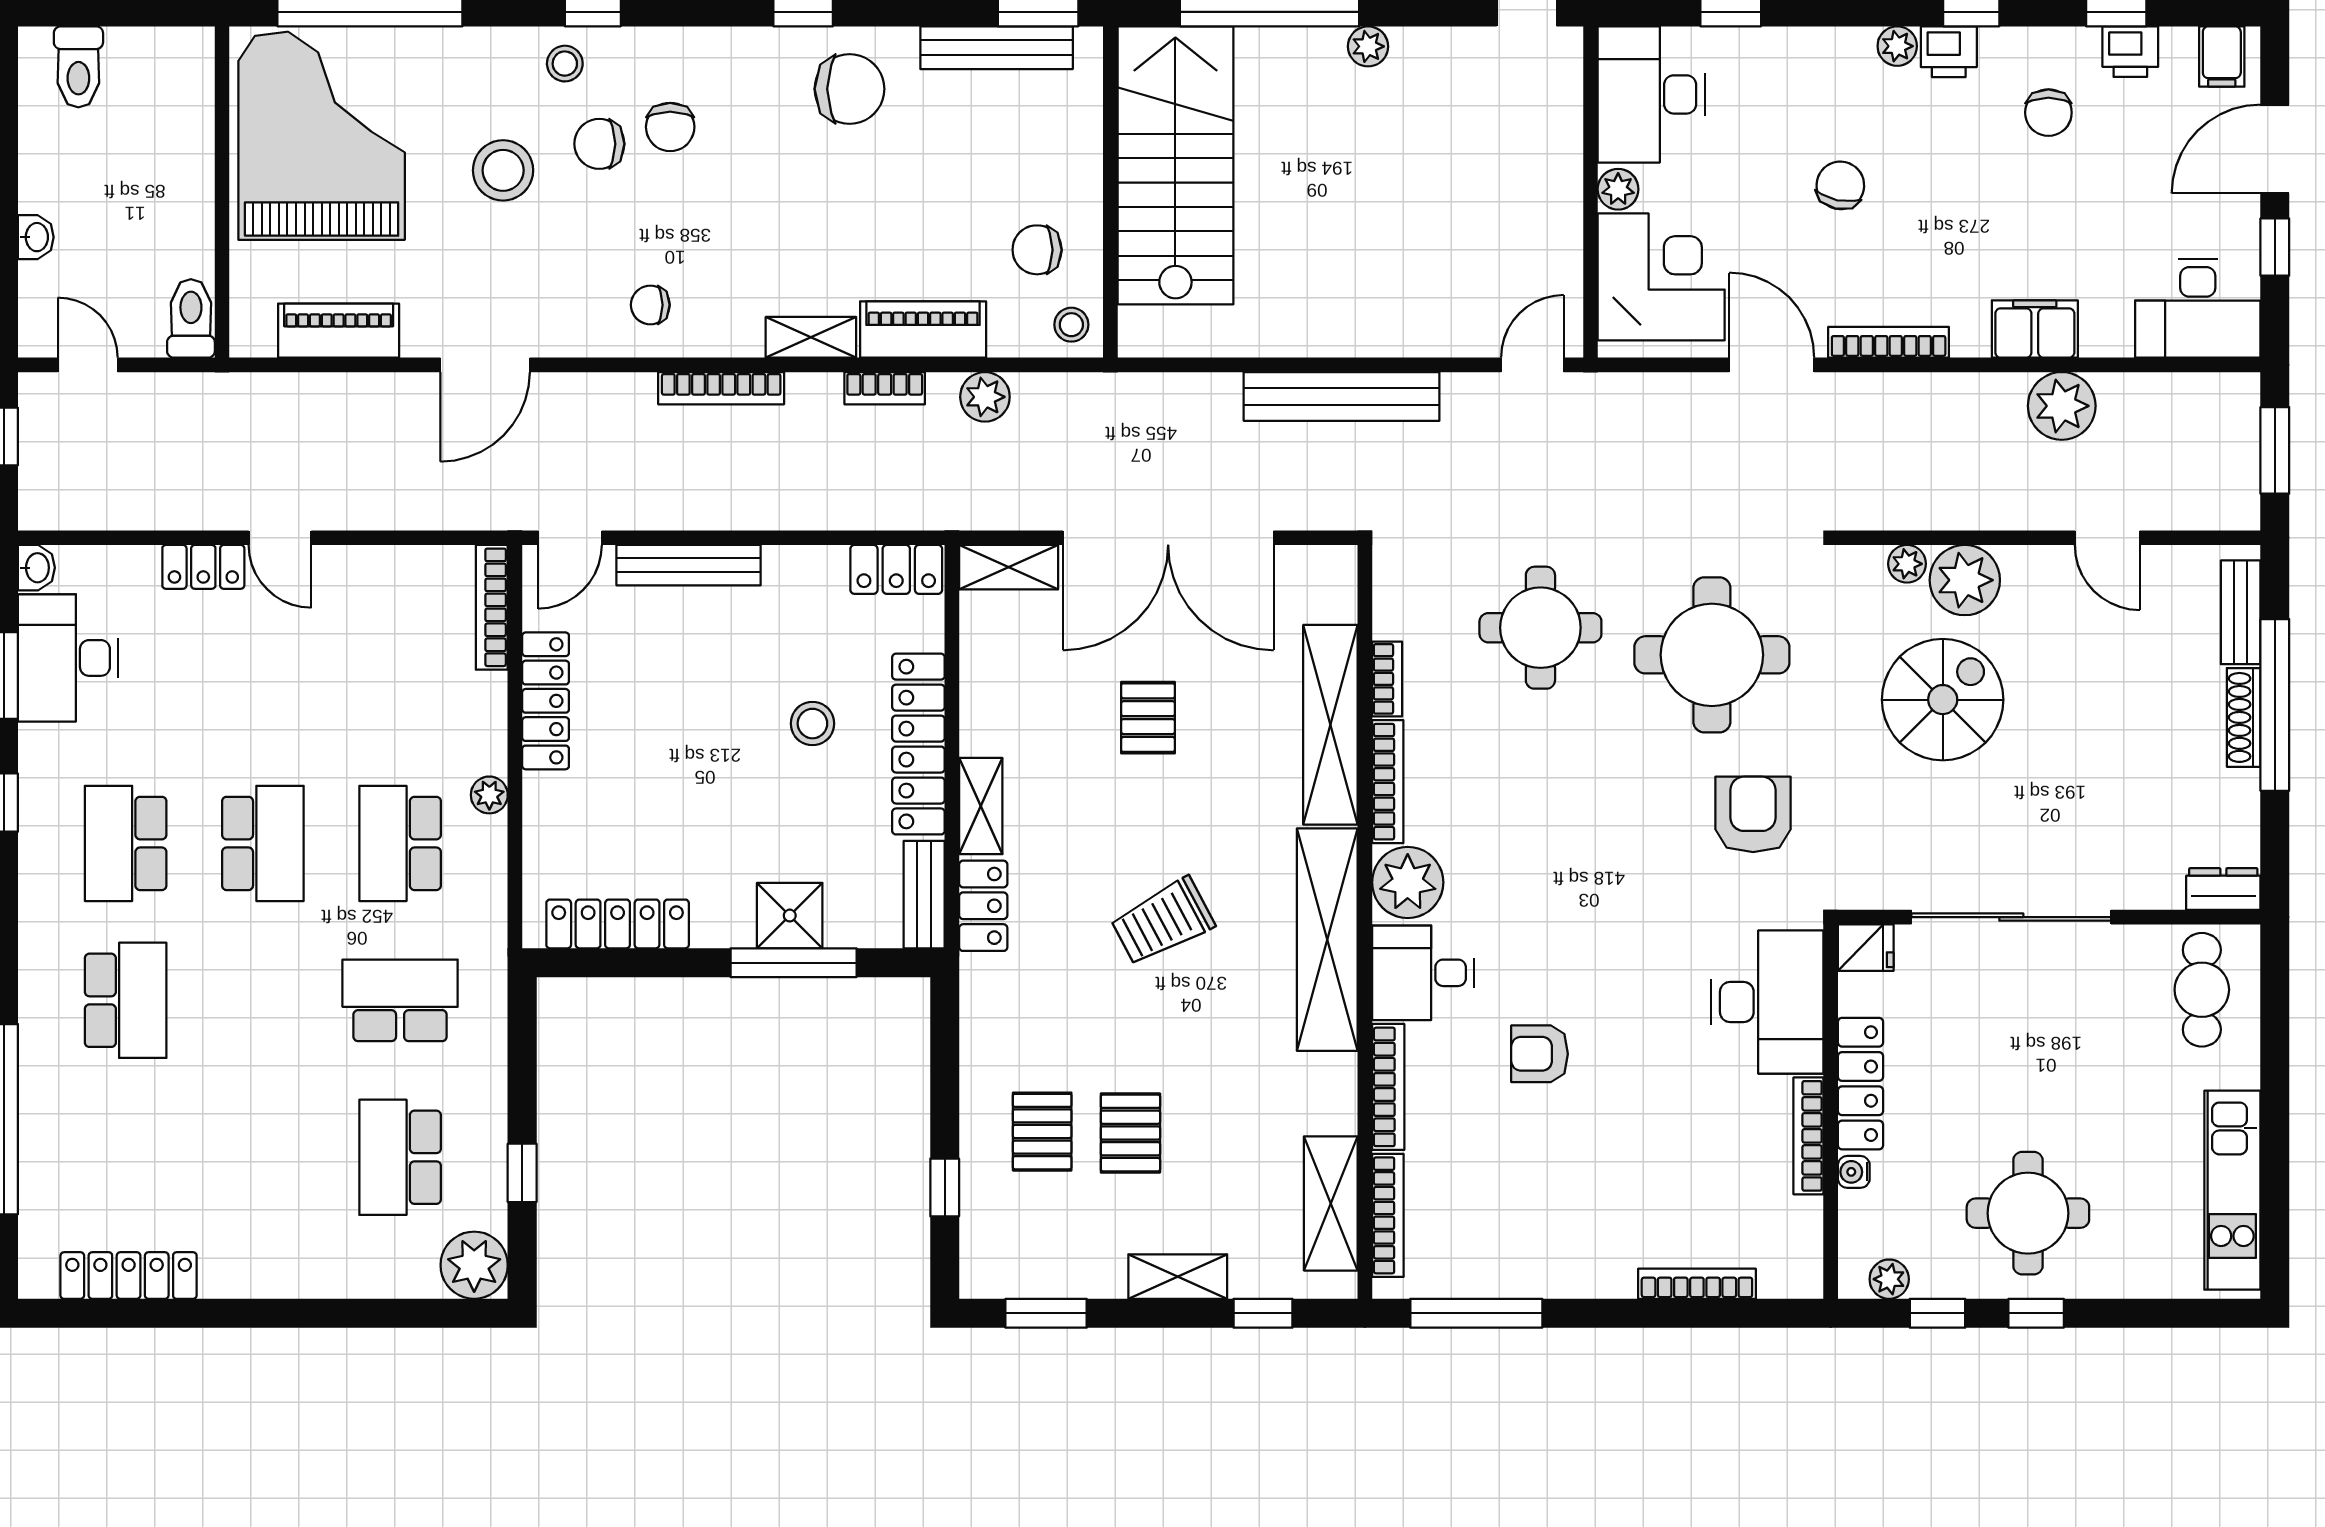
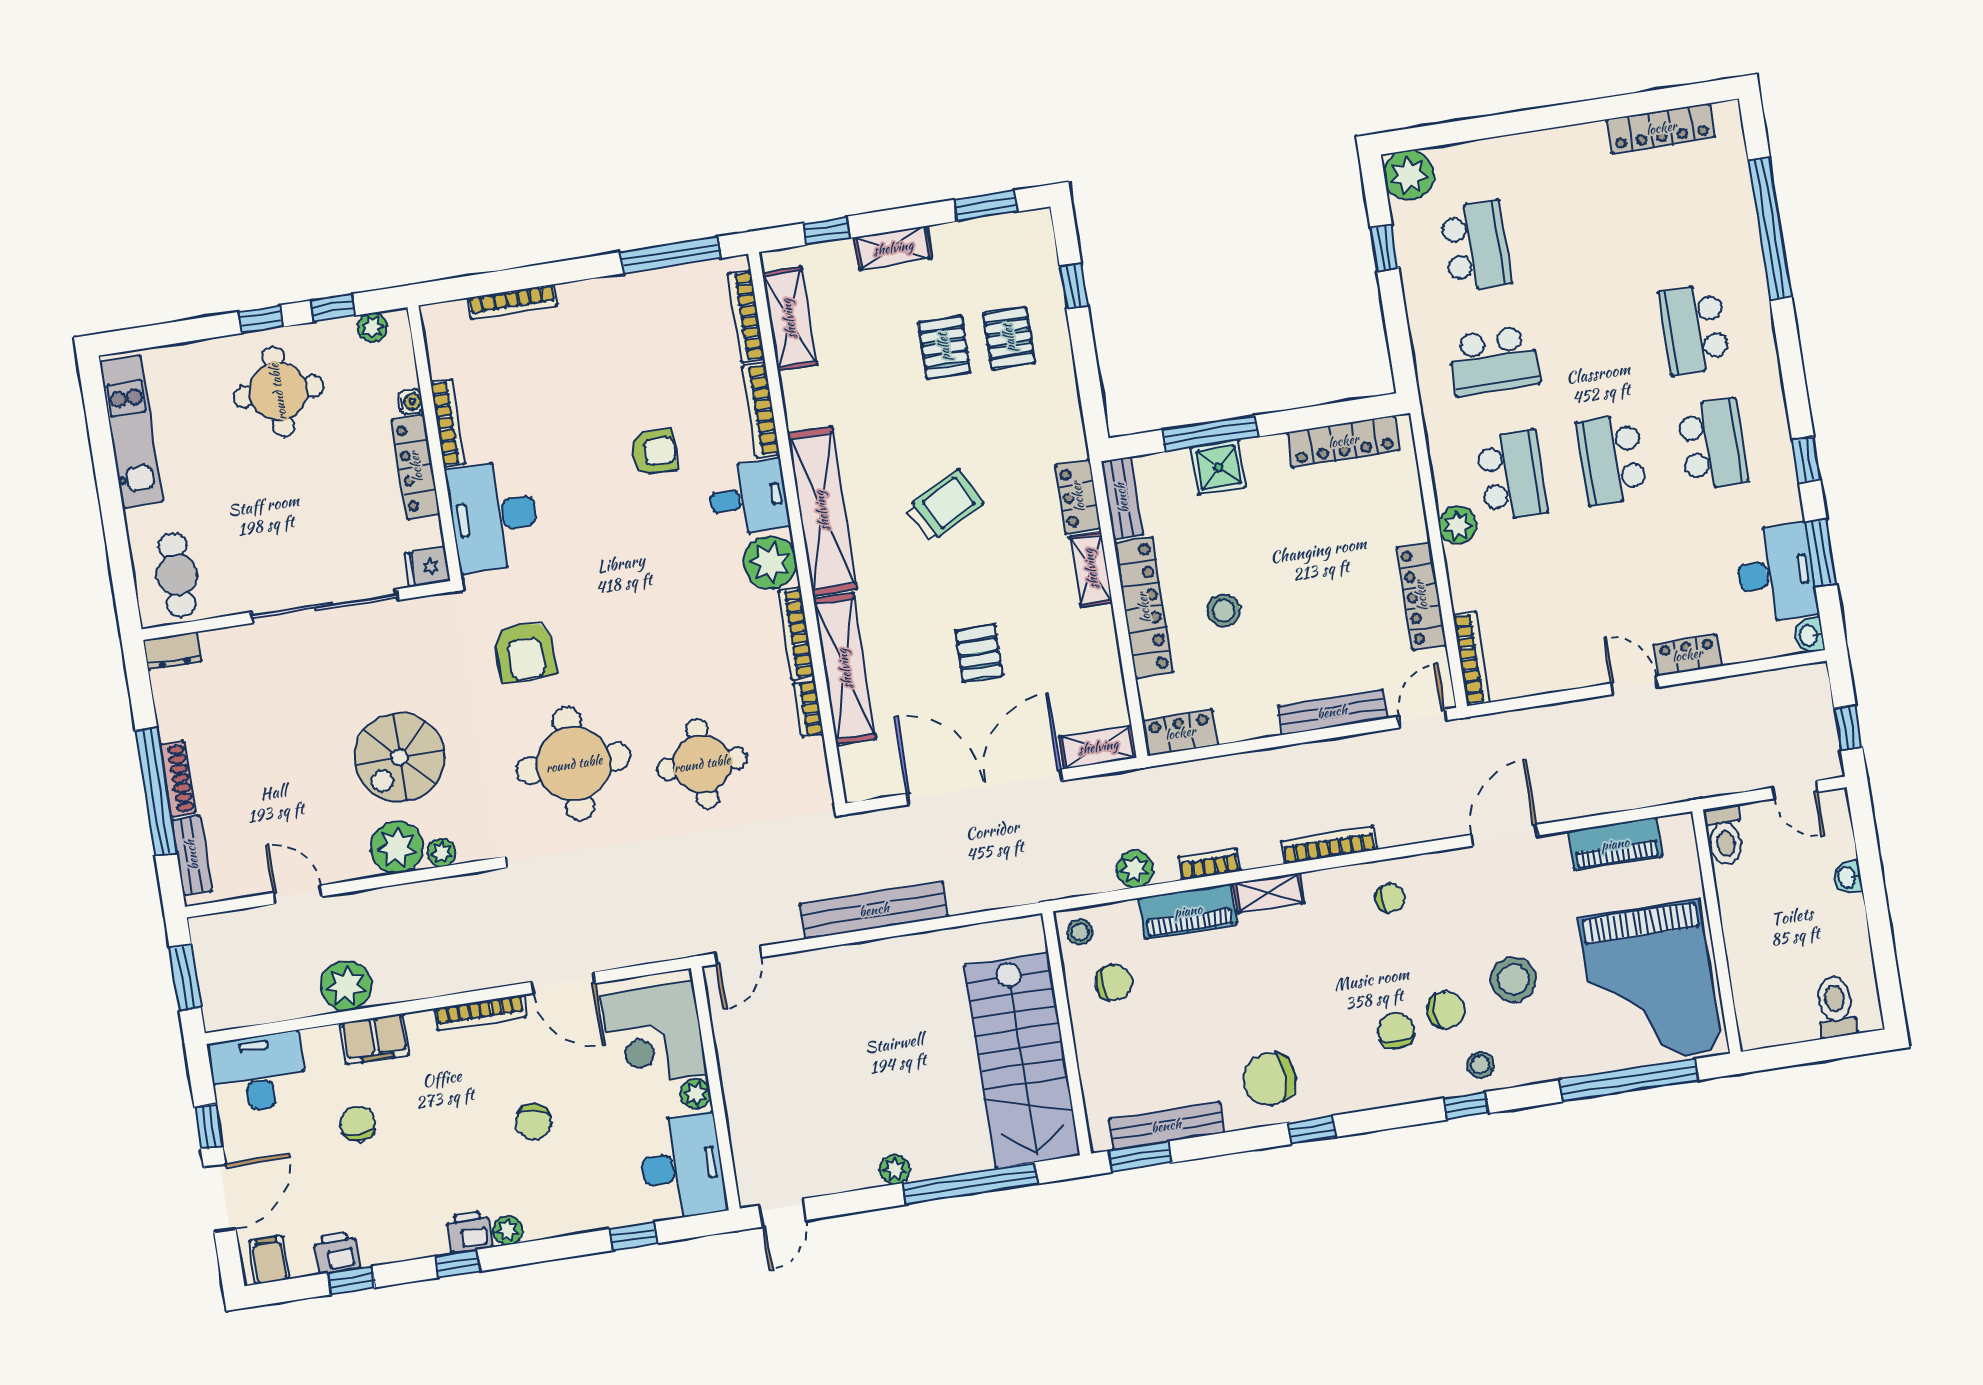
chair: (2048, 113) -> (358, 1124), moved
plant: (489, 795) -> (1458, 525), width x1.38, depth x1.38

